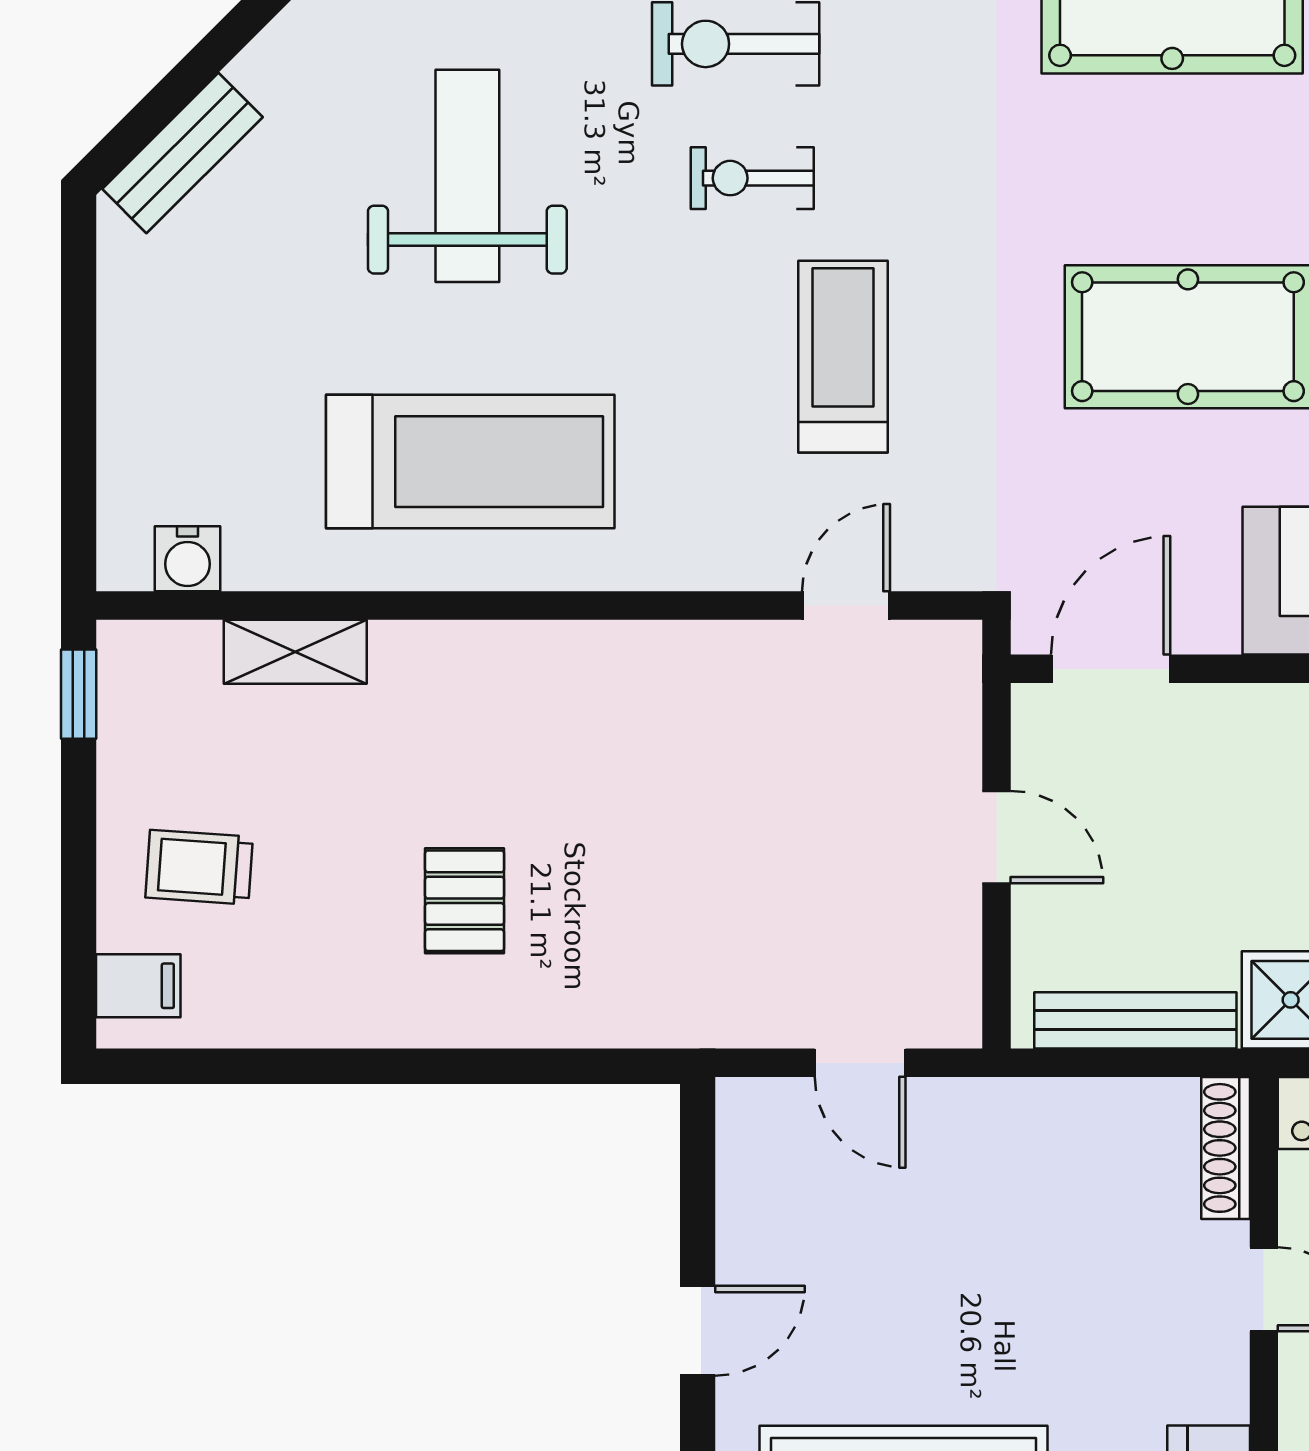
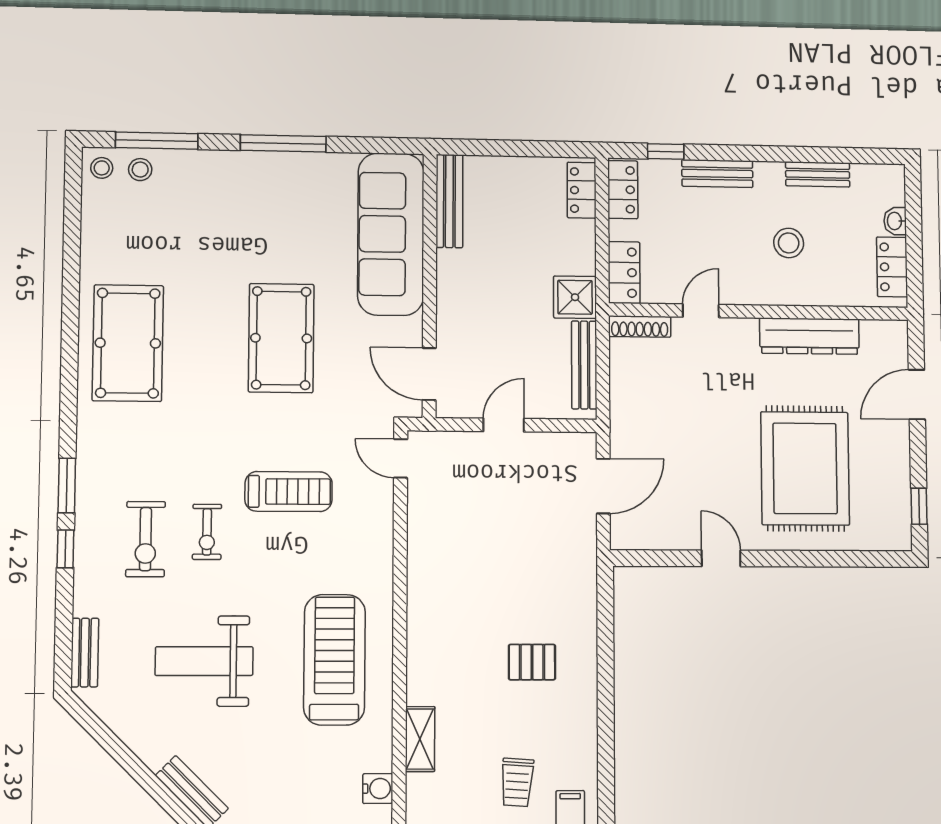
treadmill: (843, 357) -> (289, 492), turned 180
door: (846, 605) -> (401, 458), moved
door: (860, 1063) -> (603, 486), width x1.38

